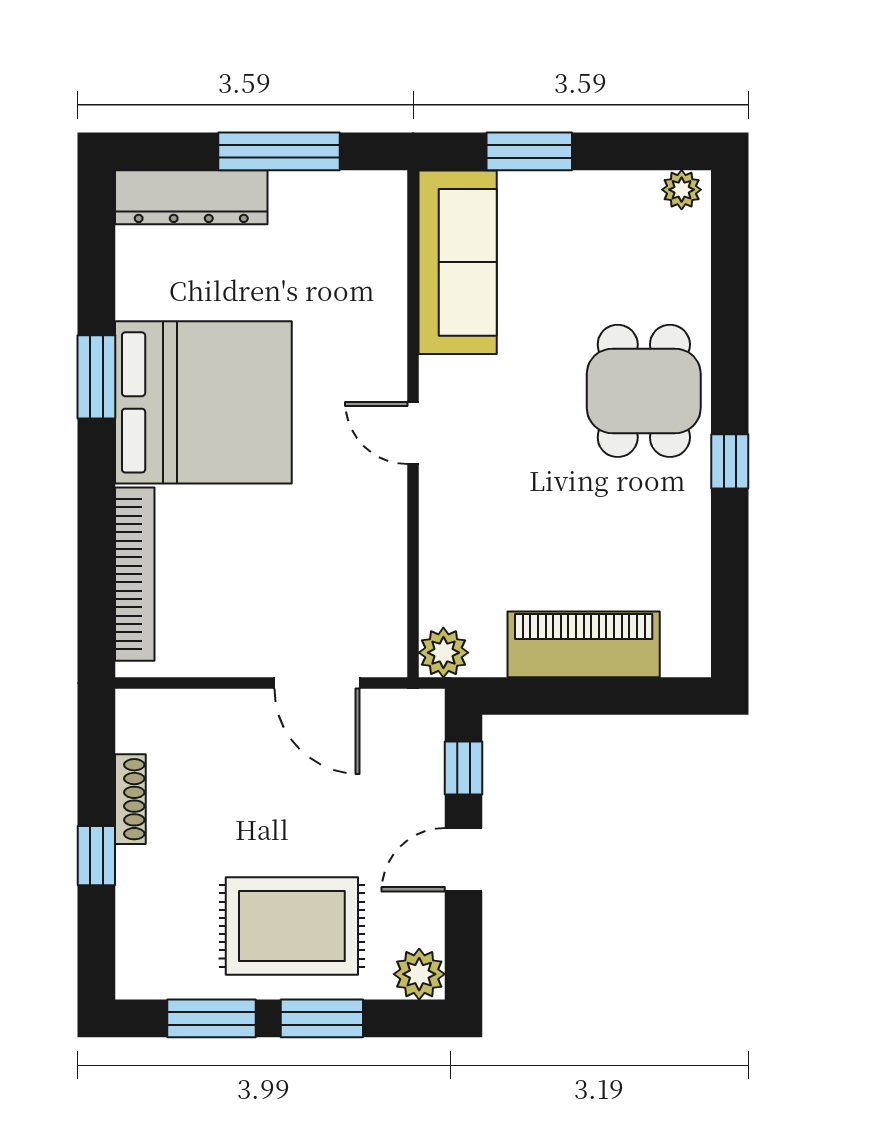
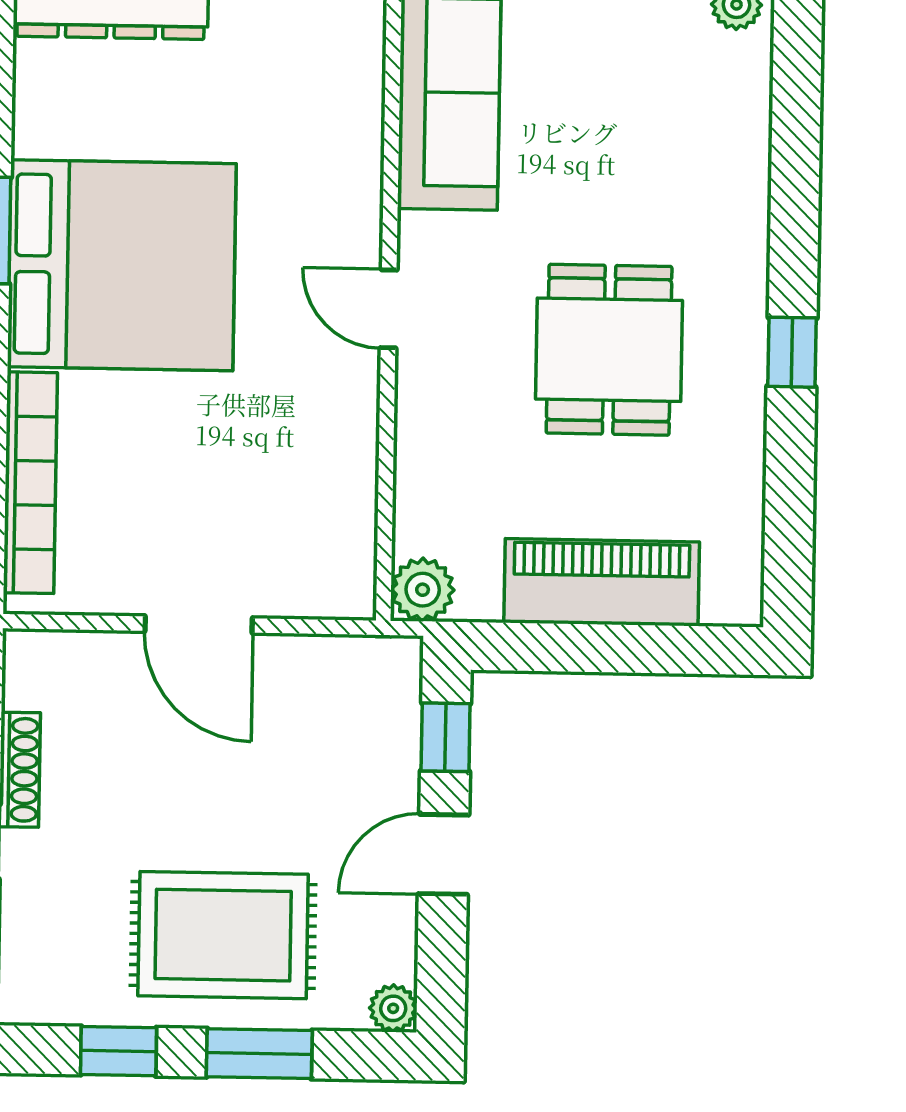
dining table: (644, 391) -> (609, 350), moved
door: (317, 683) -> (199, 625), moved
plant: (419, 974) -> (393, 1008), width x0.73, depth x0.73
window: (211, 1018) -> (119, 1051), width x0.67

